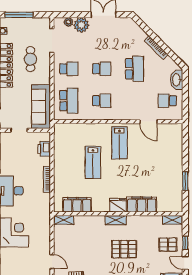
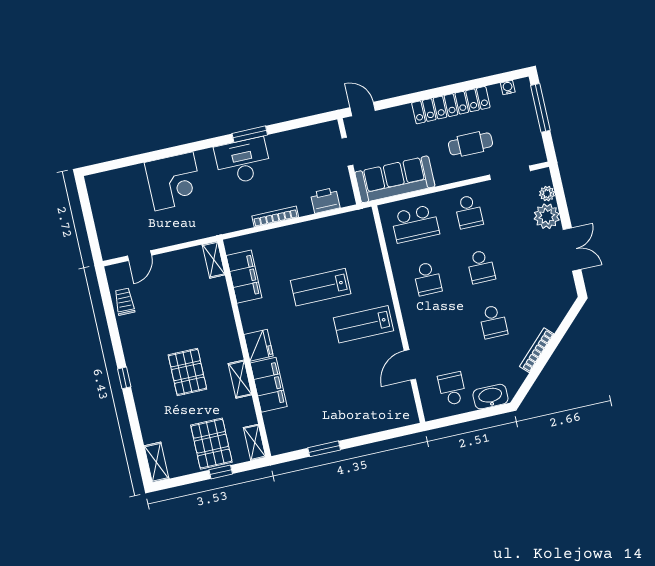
school desk: (134, 69) -> (493, 322), width x0.54
shelving: (116, 220) -> (240, 379), moved
pallet: (168, 245) -> (211, 444), width x1.50, depth x1.42
door: (185, 263) -> (187, 480), removed

